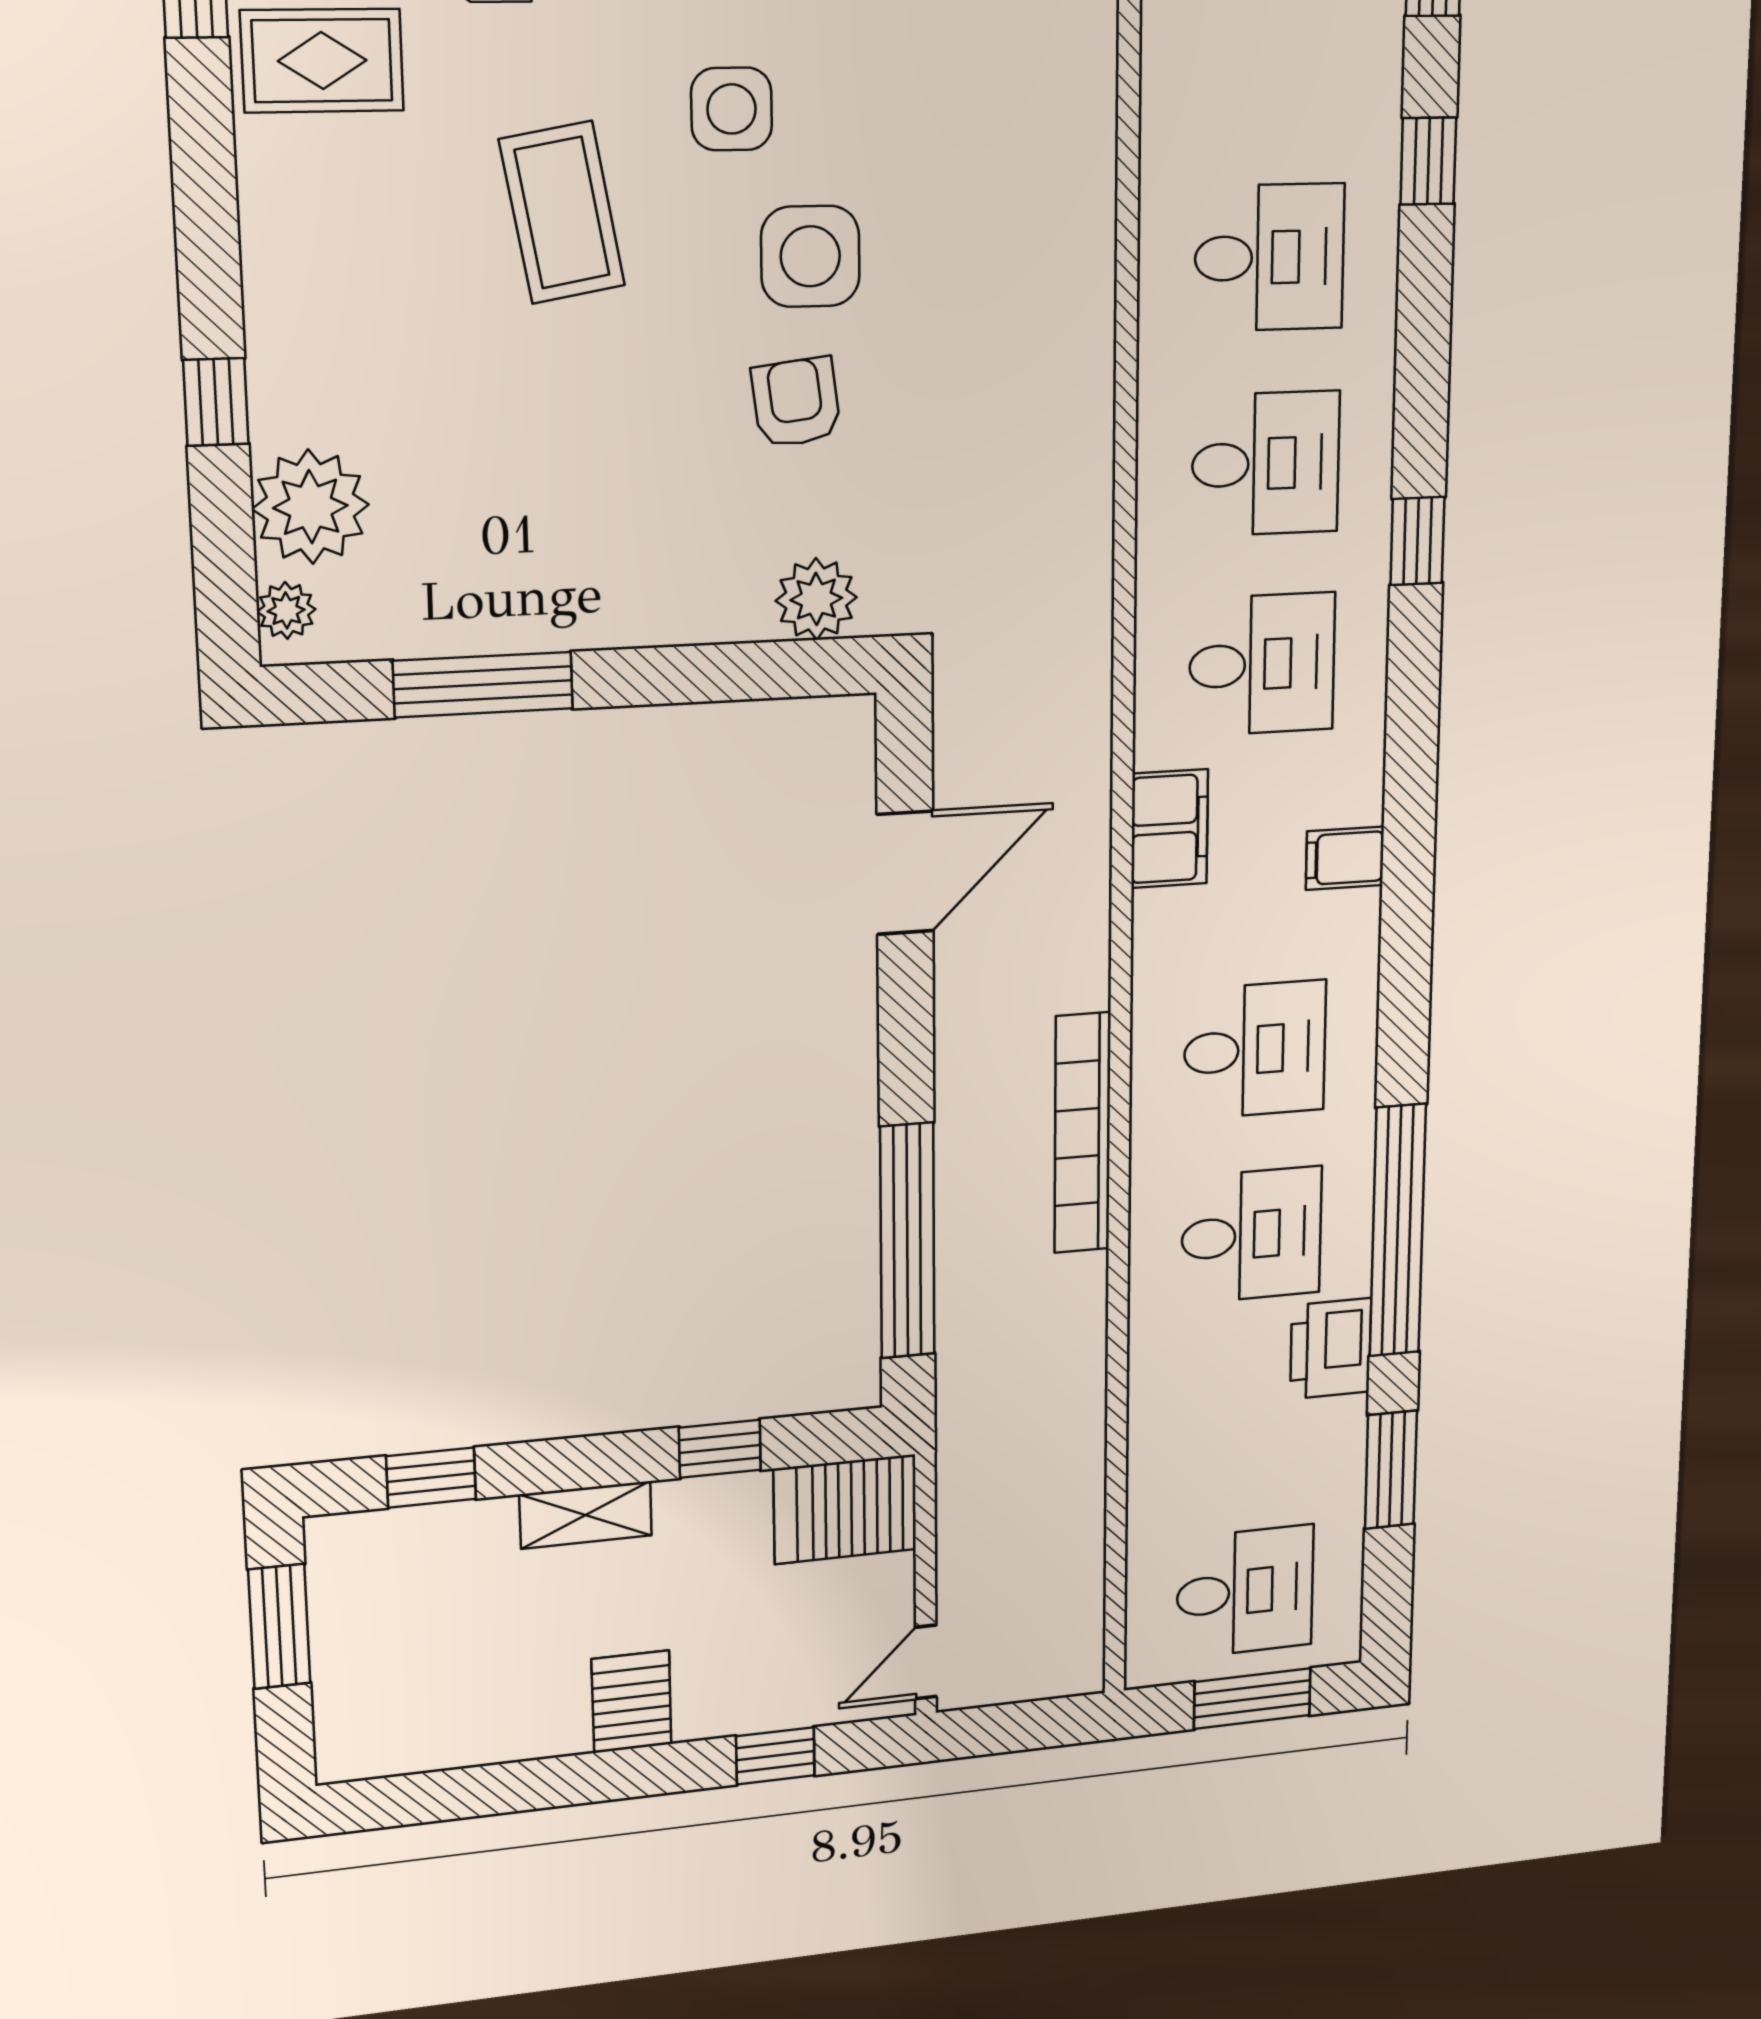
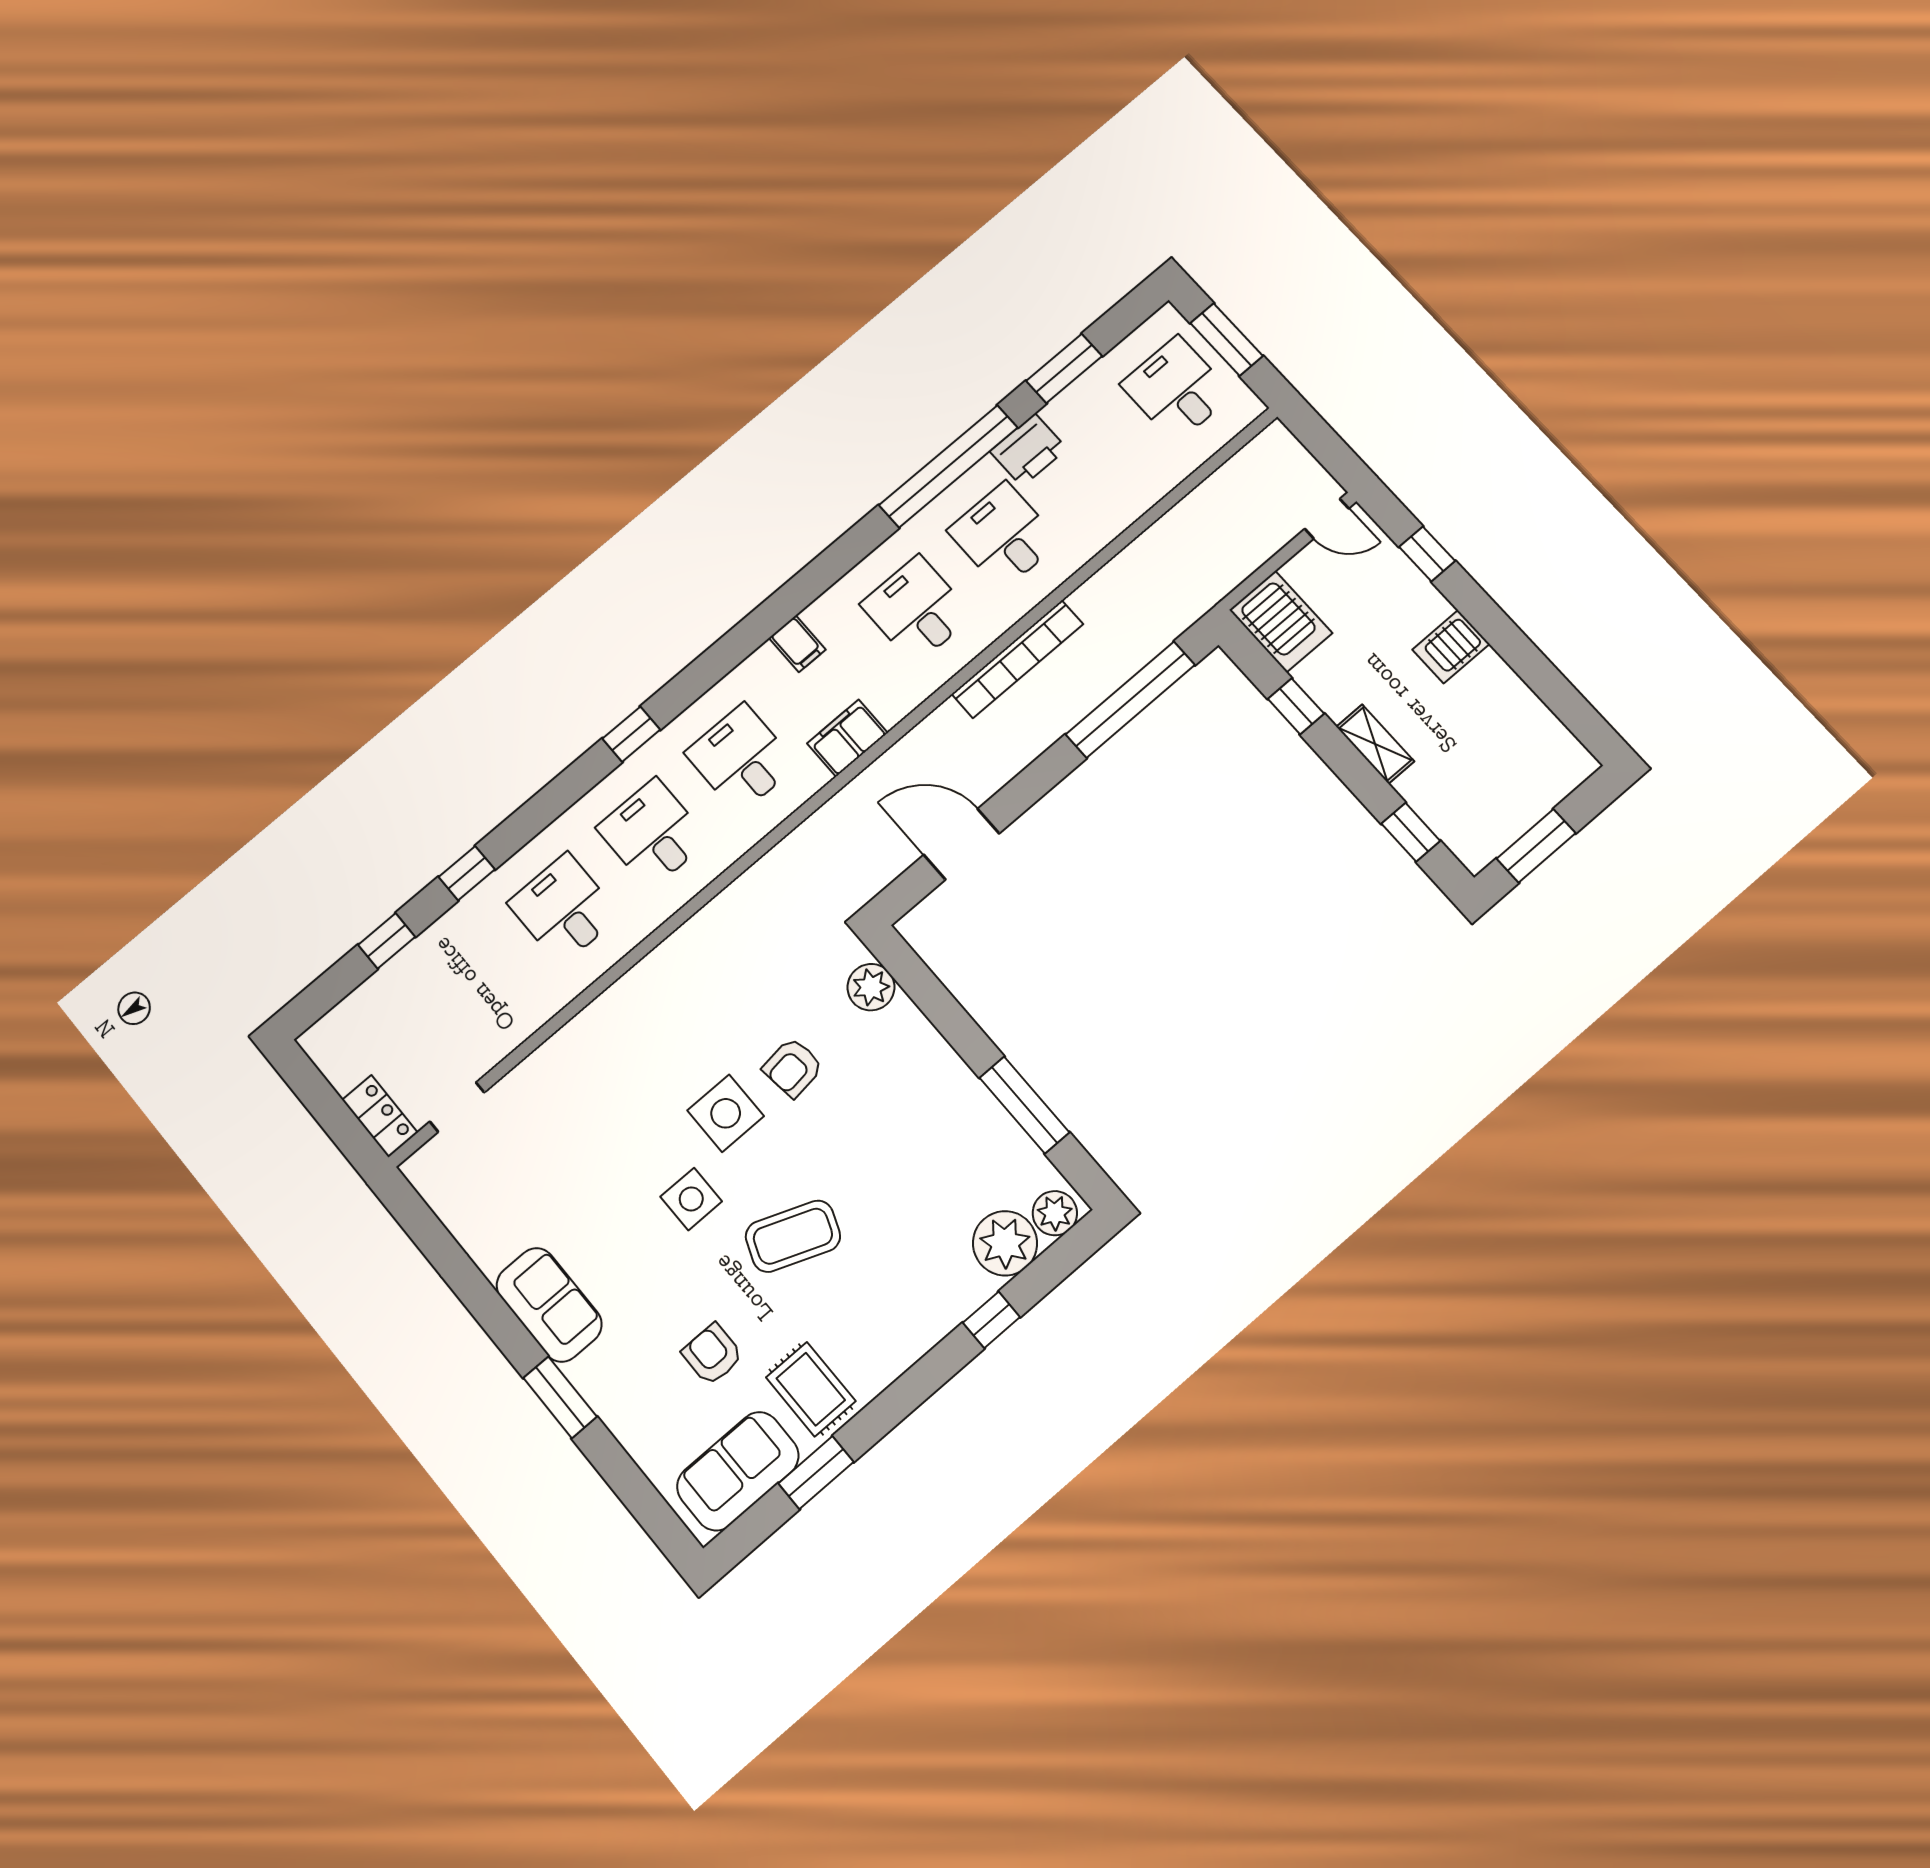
coffee table: (562, 213) -> (793, 1236), turned 31
plant: (286, 610) -> (1055, 1213), width x1.38, depth x1.38

